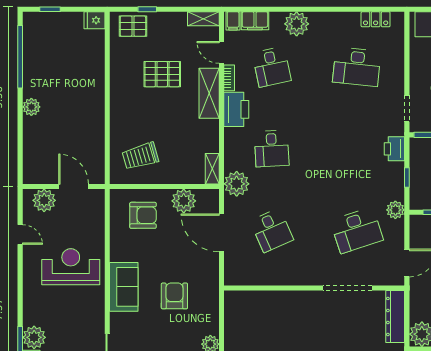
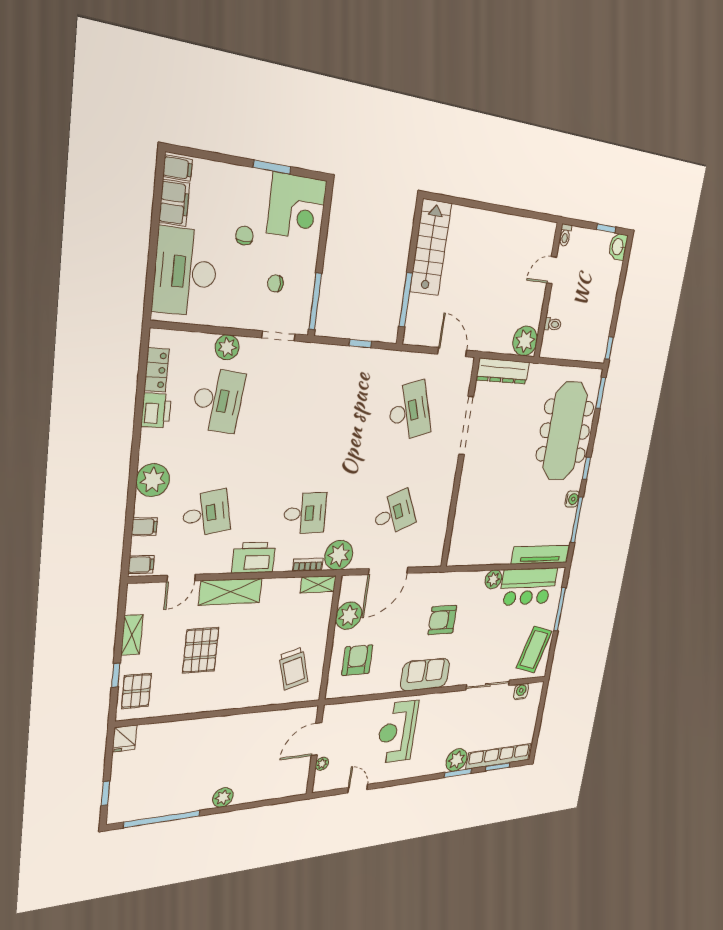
shelving: (203, 19) -> (132, 635), moved
filing cabinet: (255, 21) -> (144, 527), width x0.50
bookcase: (229, 78) -> (308, 565), moved
printer: (394, 149) -> (156, 411), moved, turned -90
plant: (44, 200) -> (322, 764), width x0.53, depth x0.53
plant: (395, 210) -> (227, 347), moved
door: (20, 235) -> (358, 789), hinge flipped

